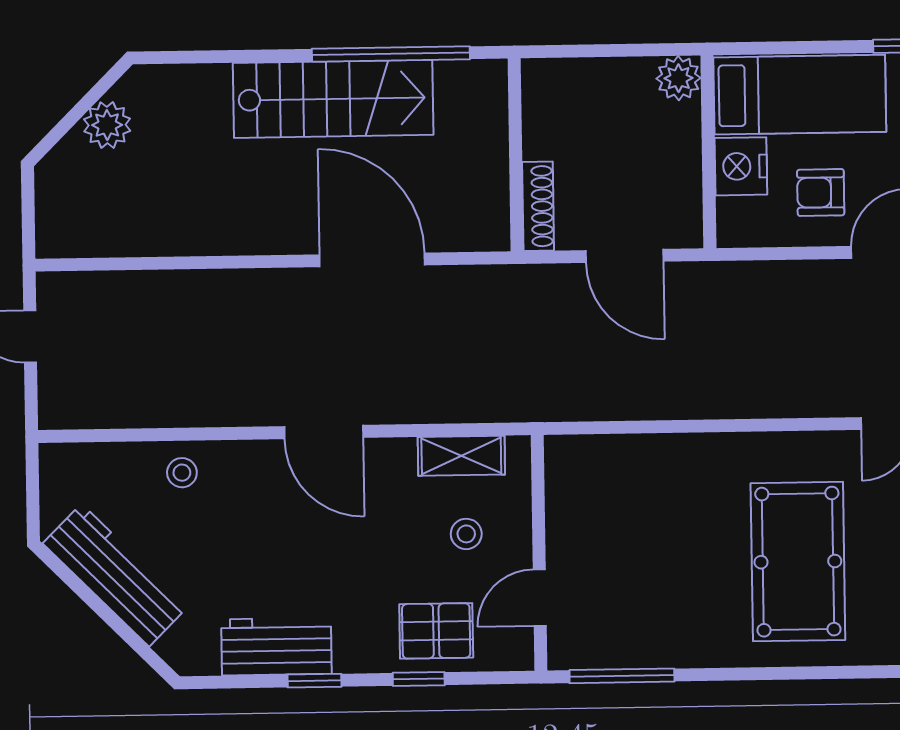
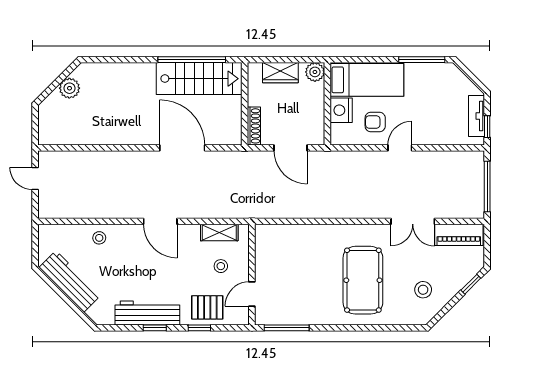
wardrobe: (598, 81) -> (280, 73), added
stairs: (333, 99) -> (199, 79), moved
workbench: (276, 647) -> (147, 313), width x1.38

